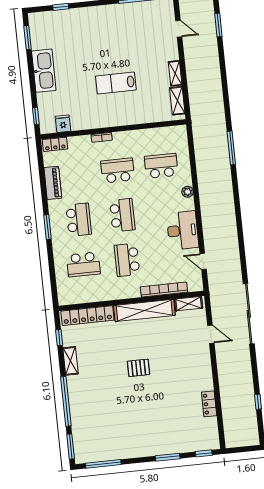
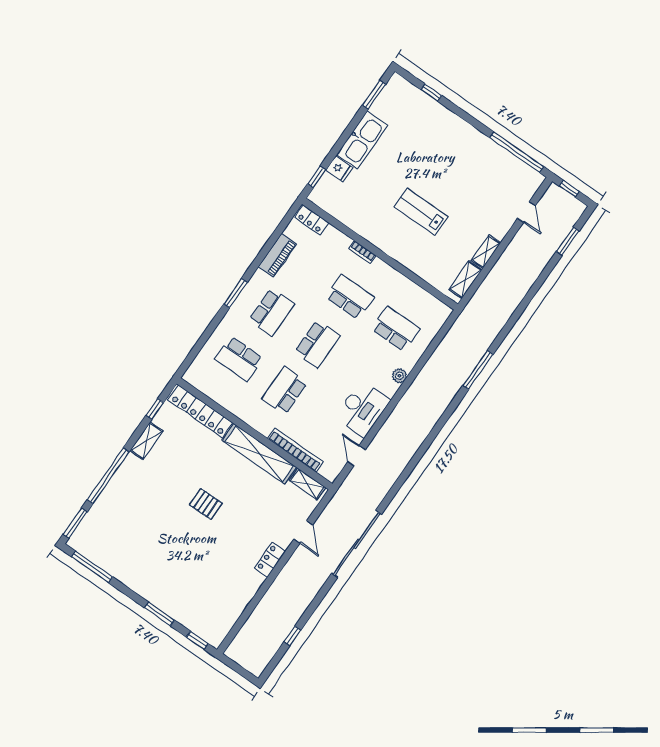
fridge: (63, 124) -> (339, 169), moved, turned 90
locker: (209, 404) -> (270, 560), moved

